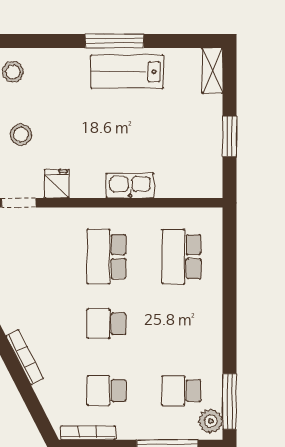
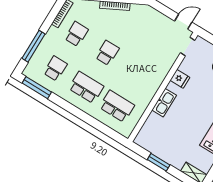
fridge: (57, 184) -> (180, 79), moved
school desk: (106, 257) -> (86, 87), moved
plant: (211, 421) -> (33, 73), removed

